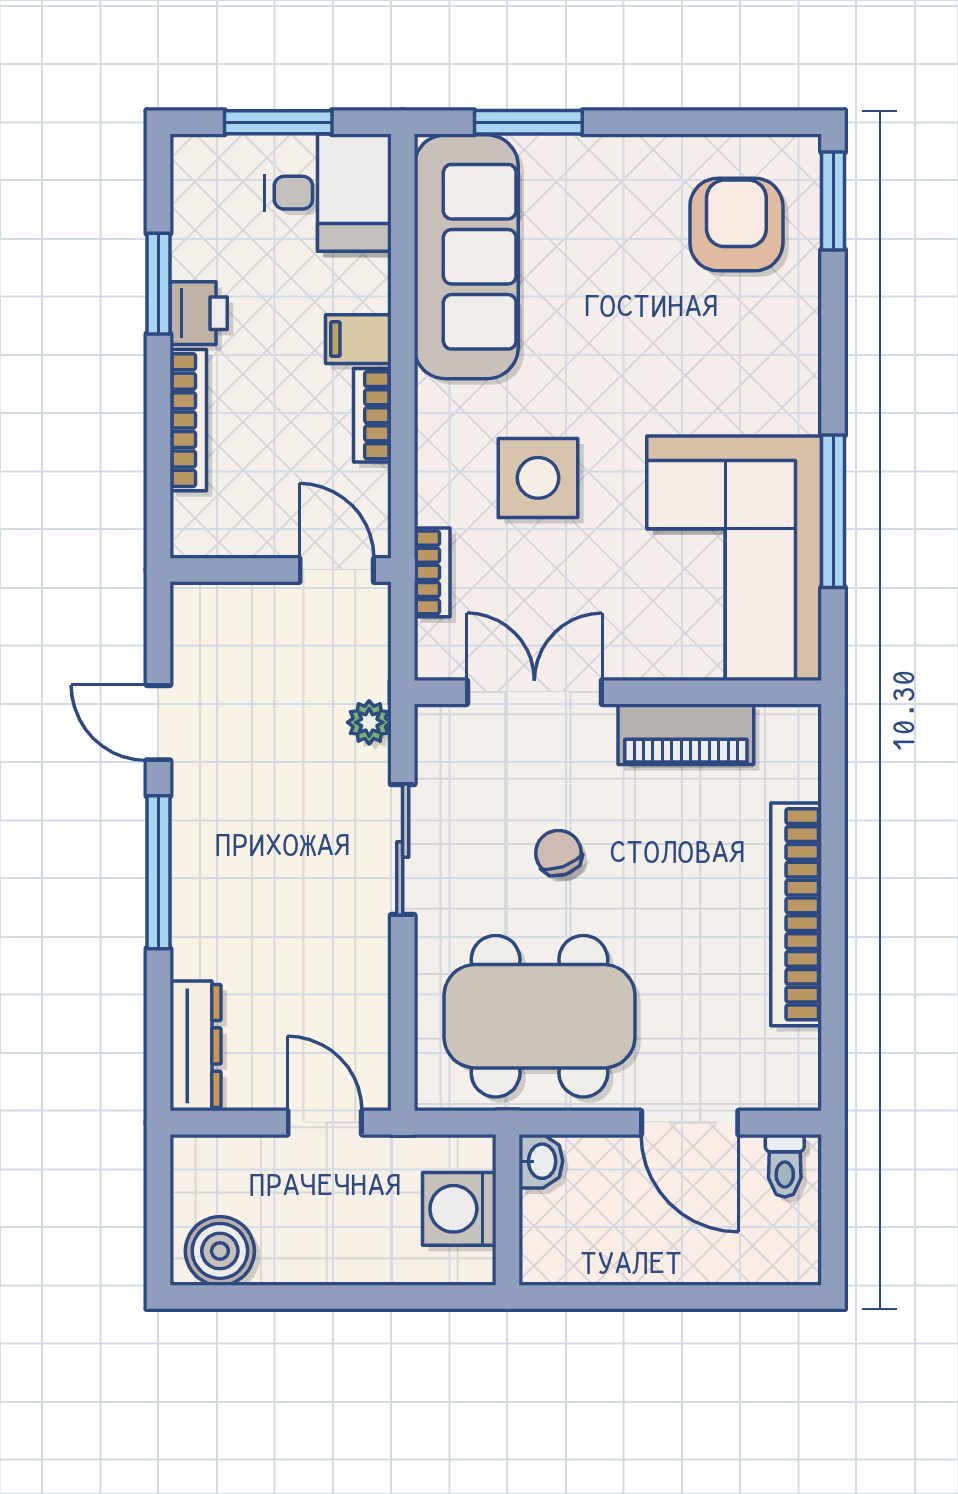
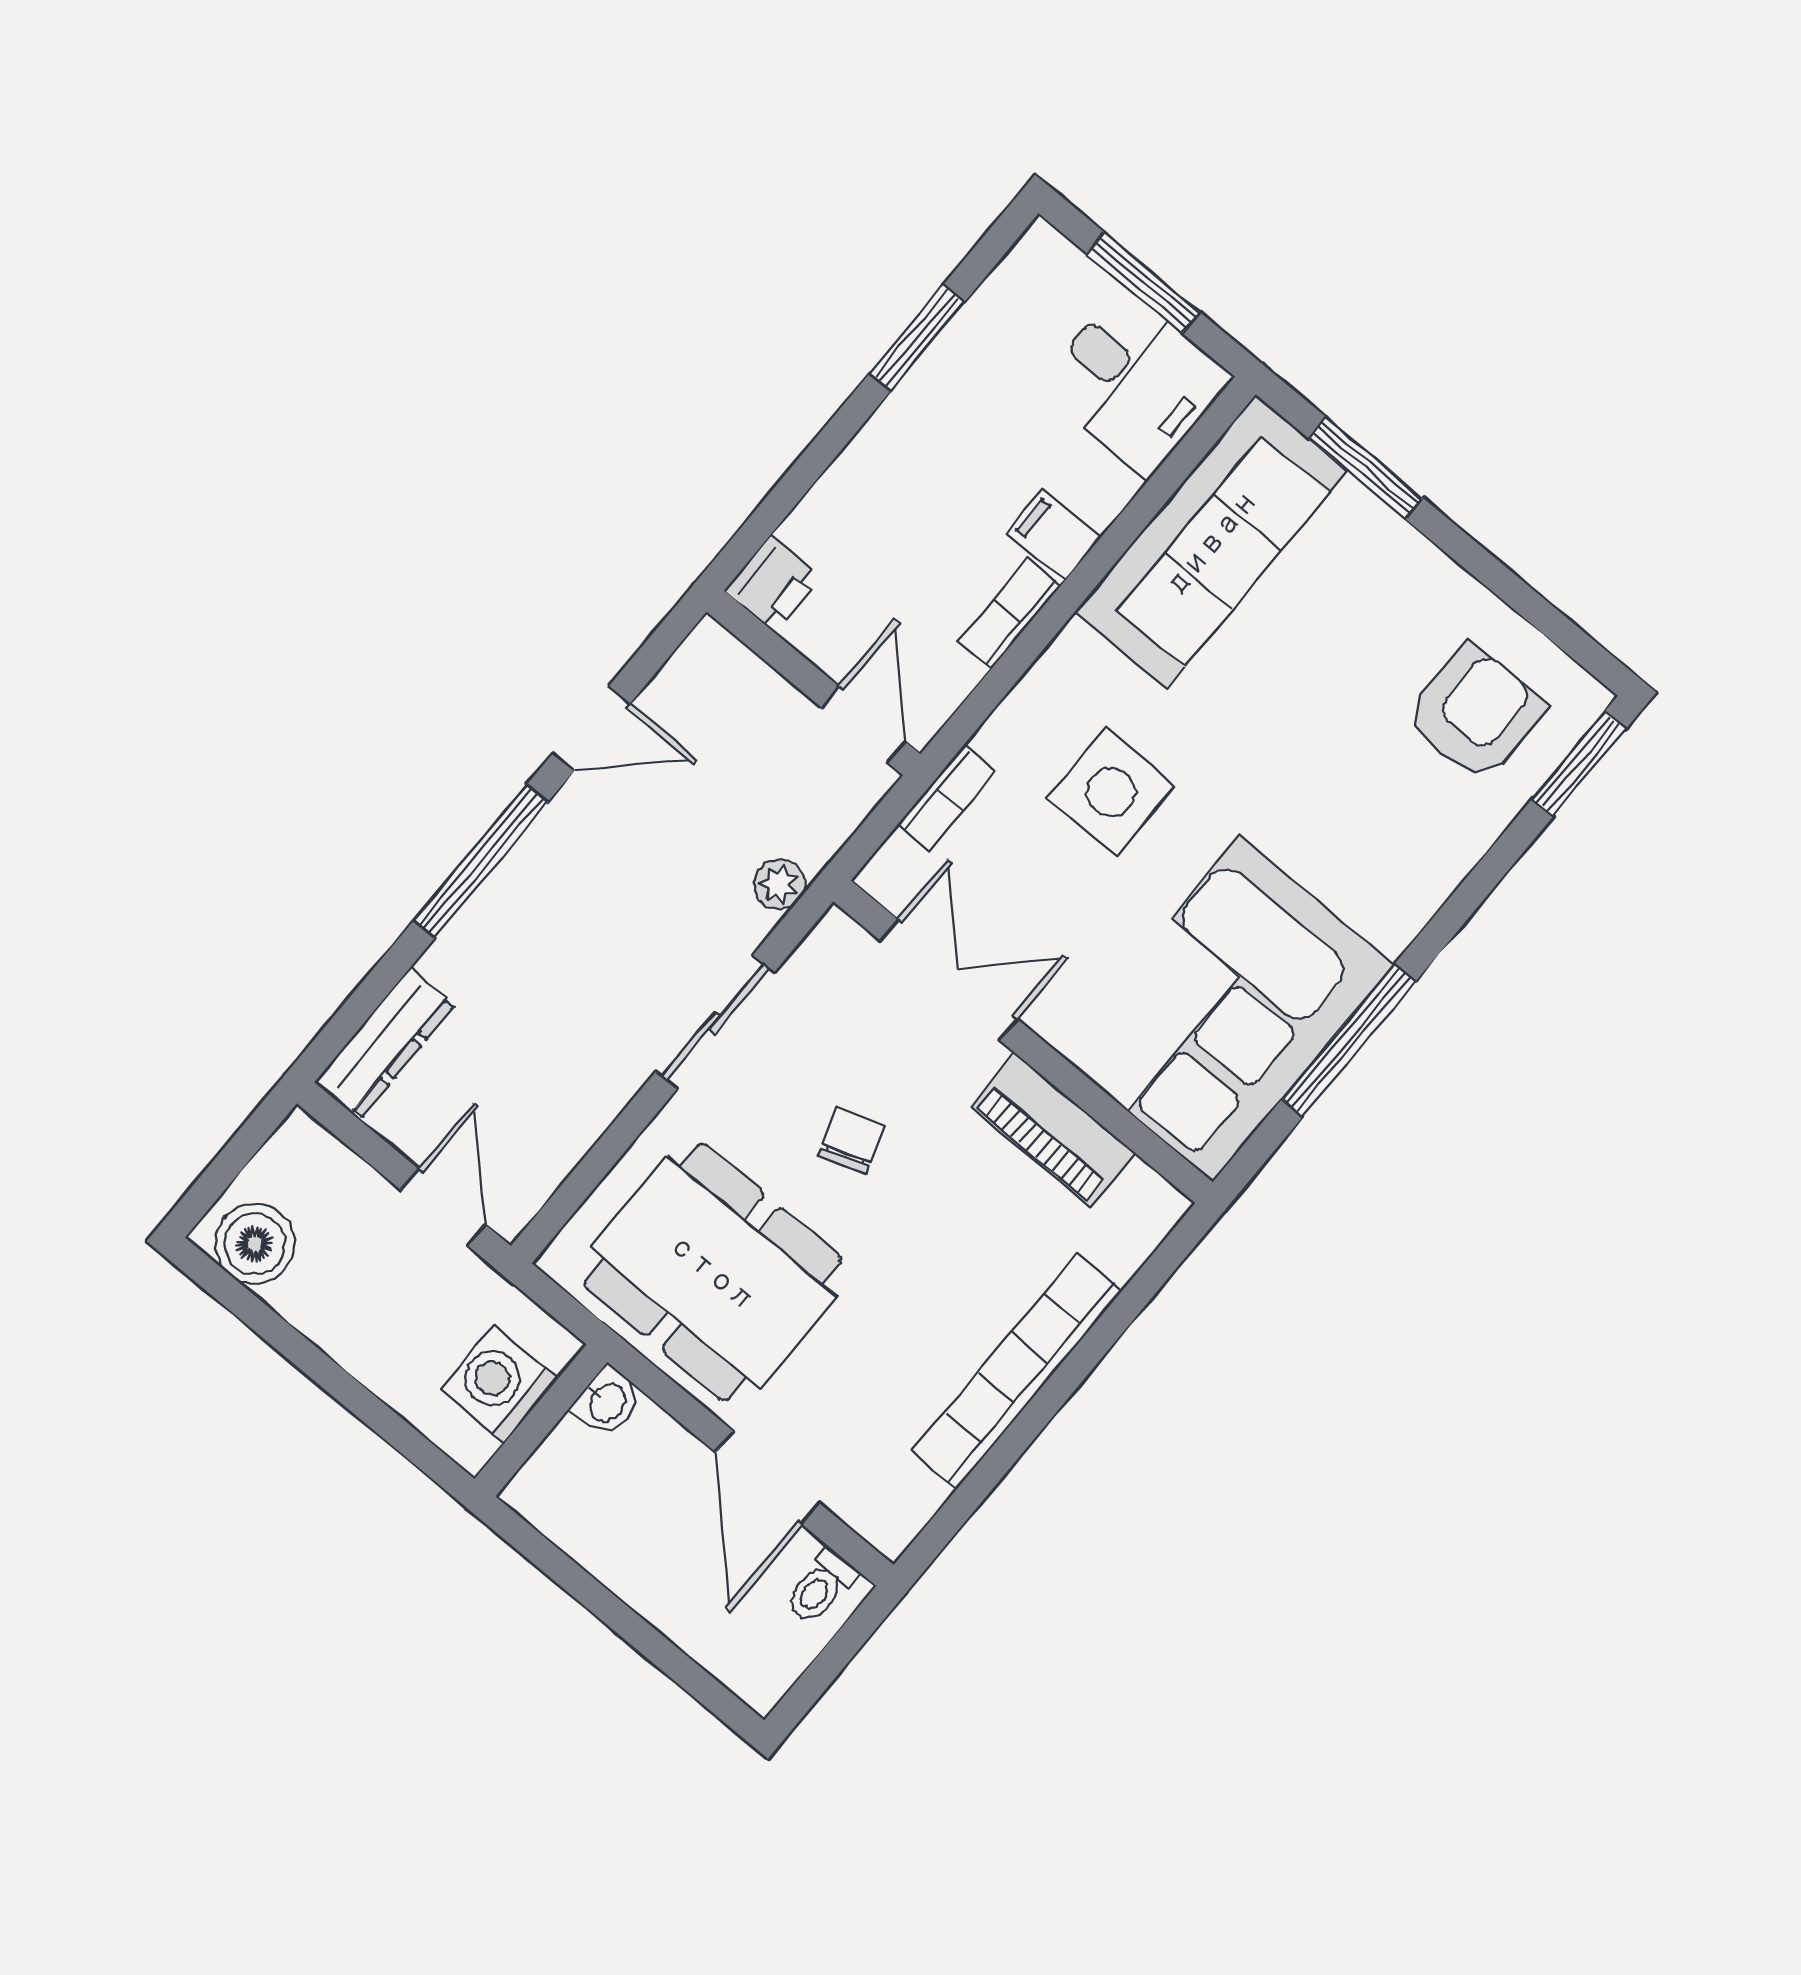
printer: (199, 313) -> (772, 584), moved
bookcase: (188, 420) -> (842, 481), removed
door: (158, 723) -> (592, 728), swing flipped

